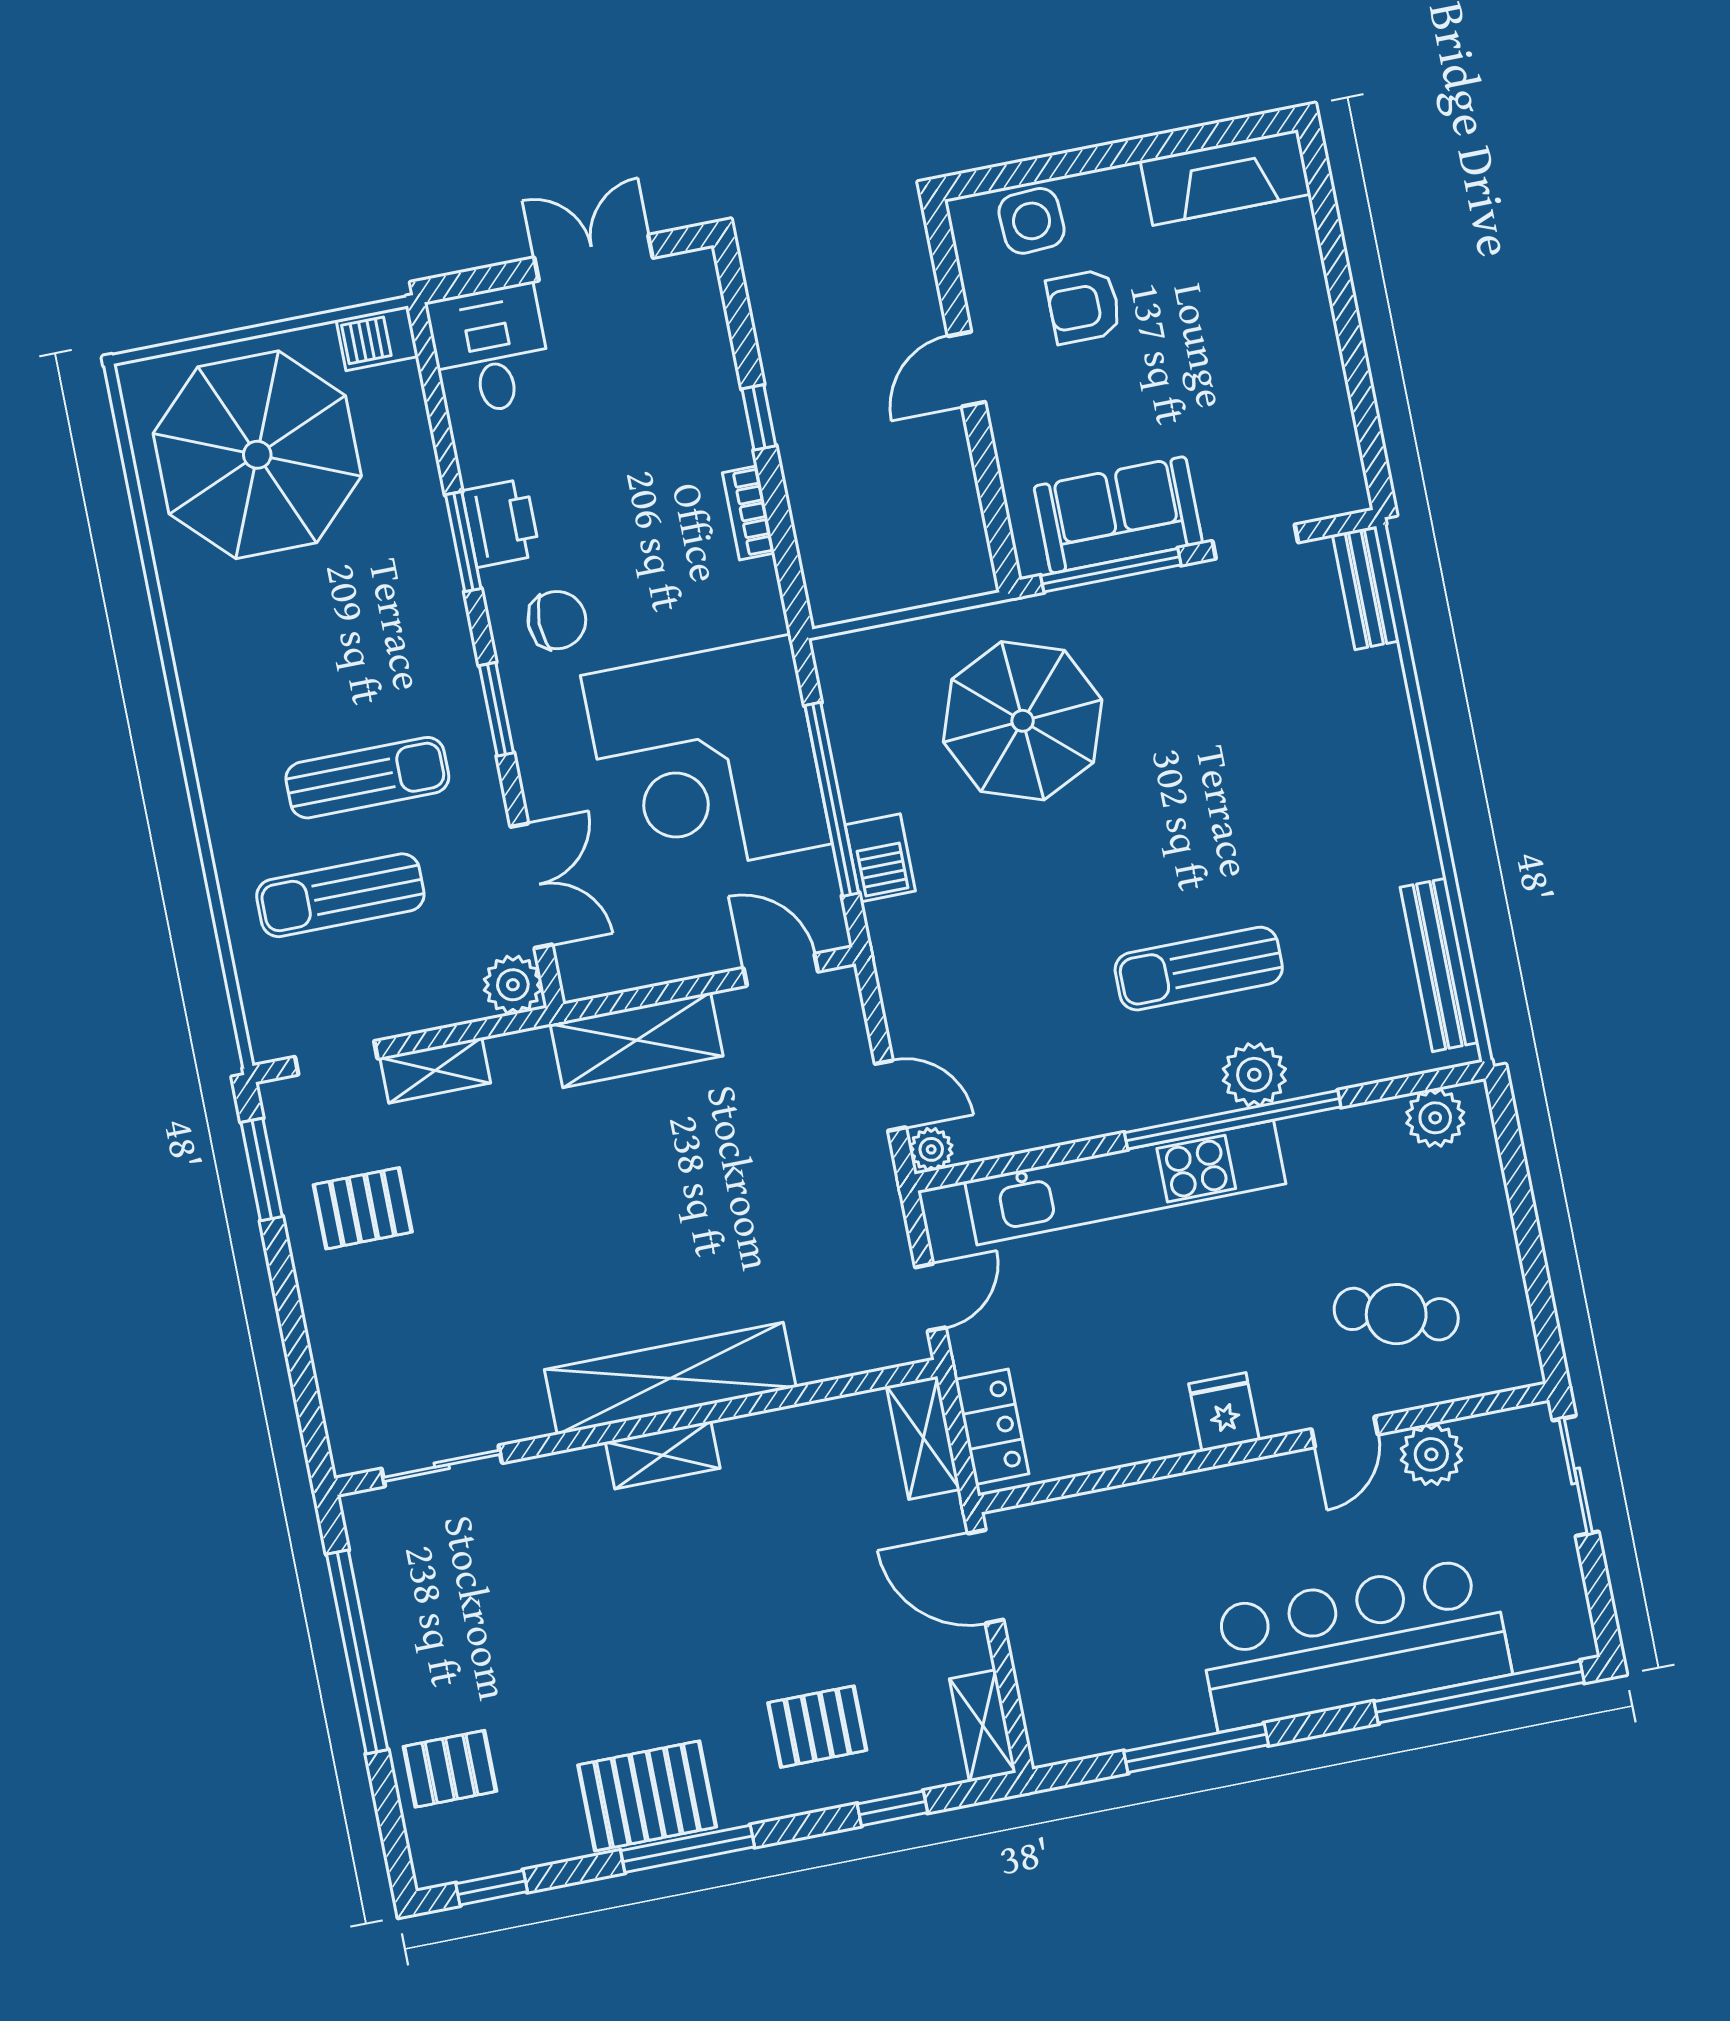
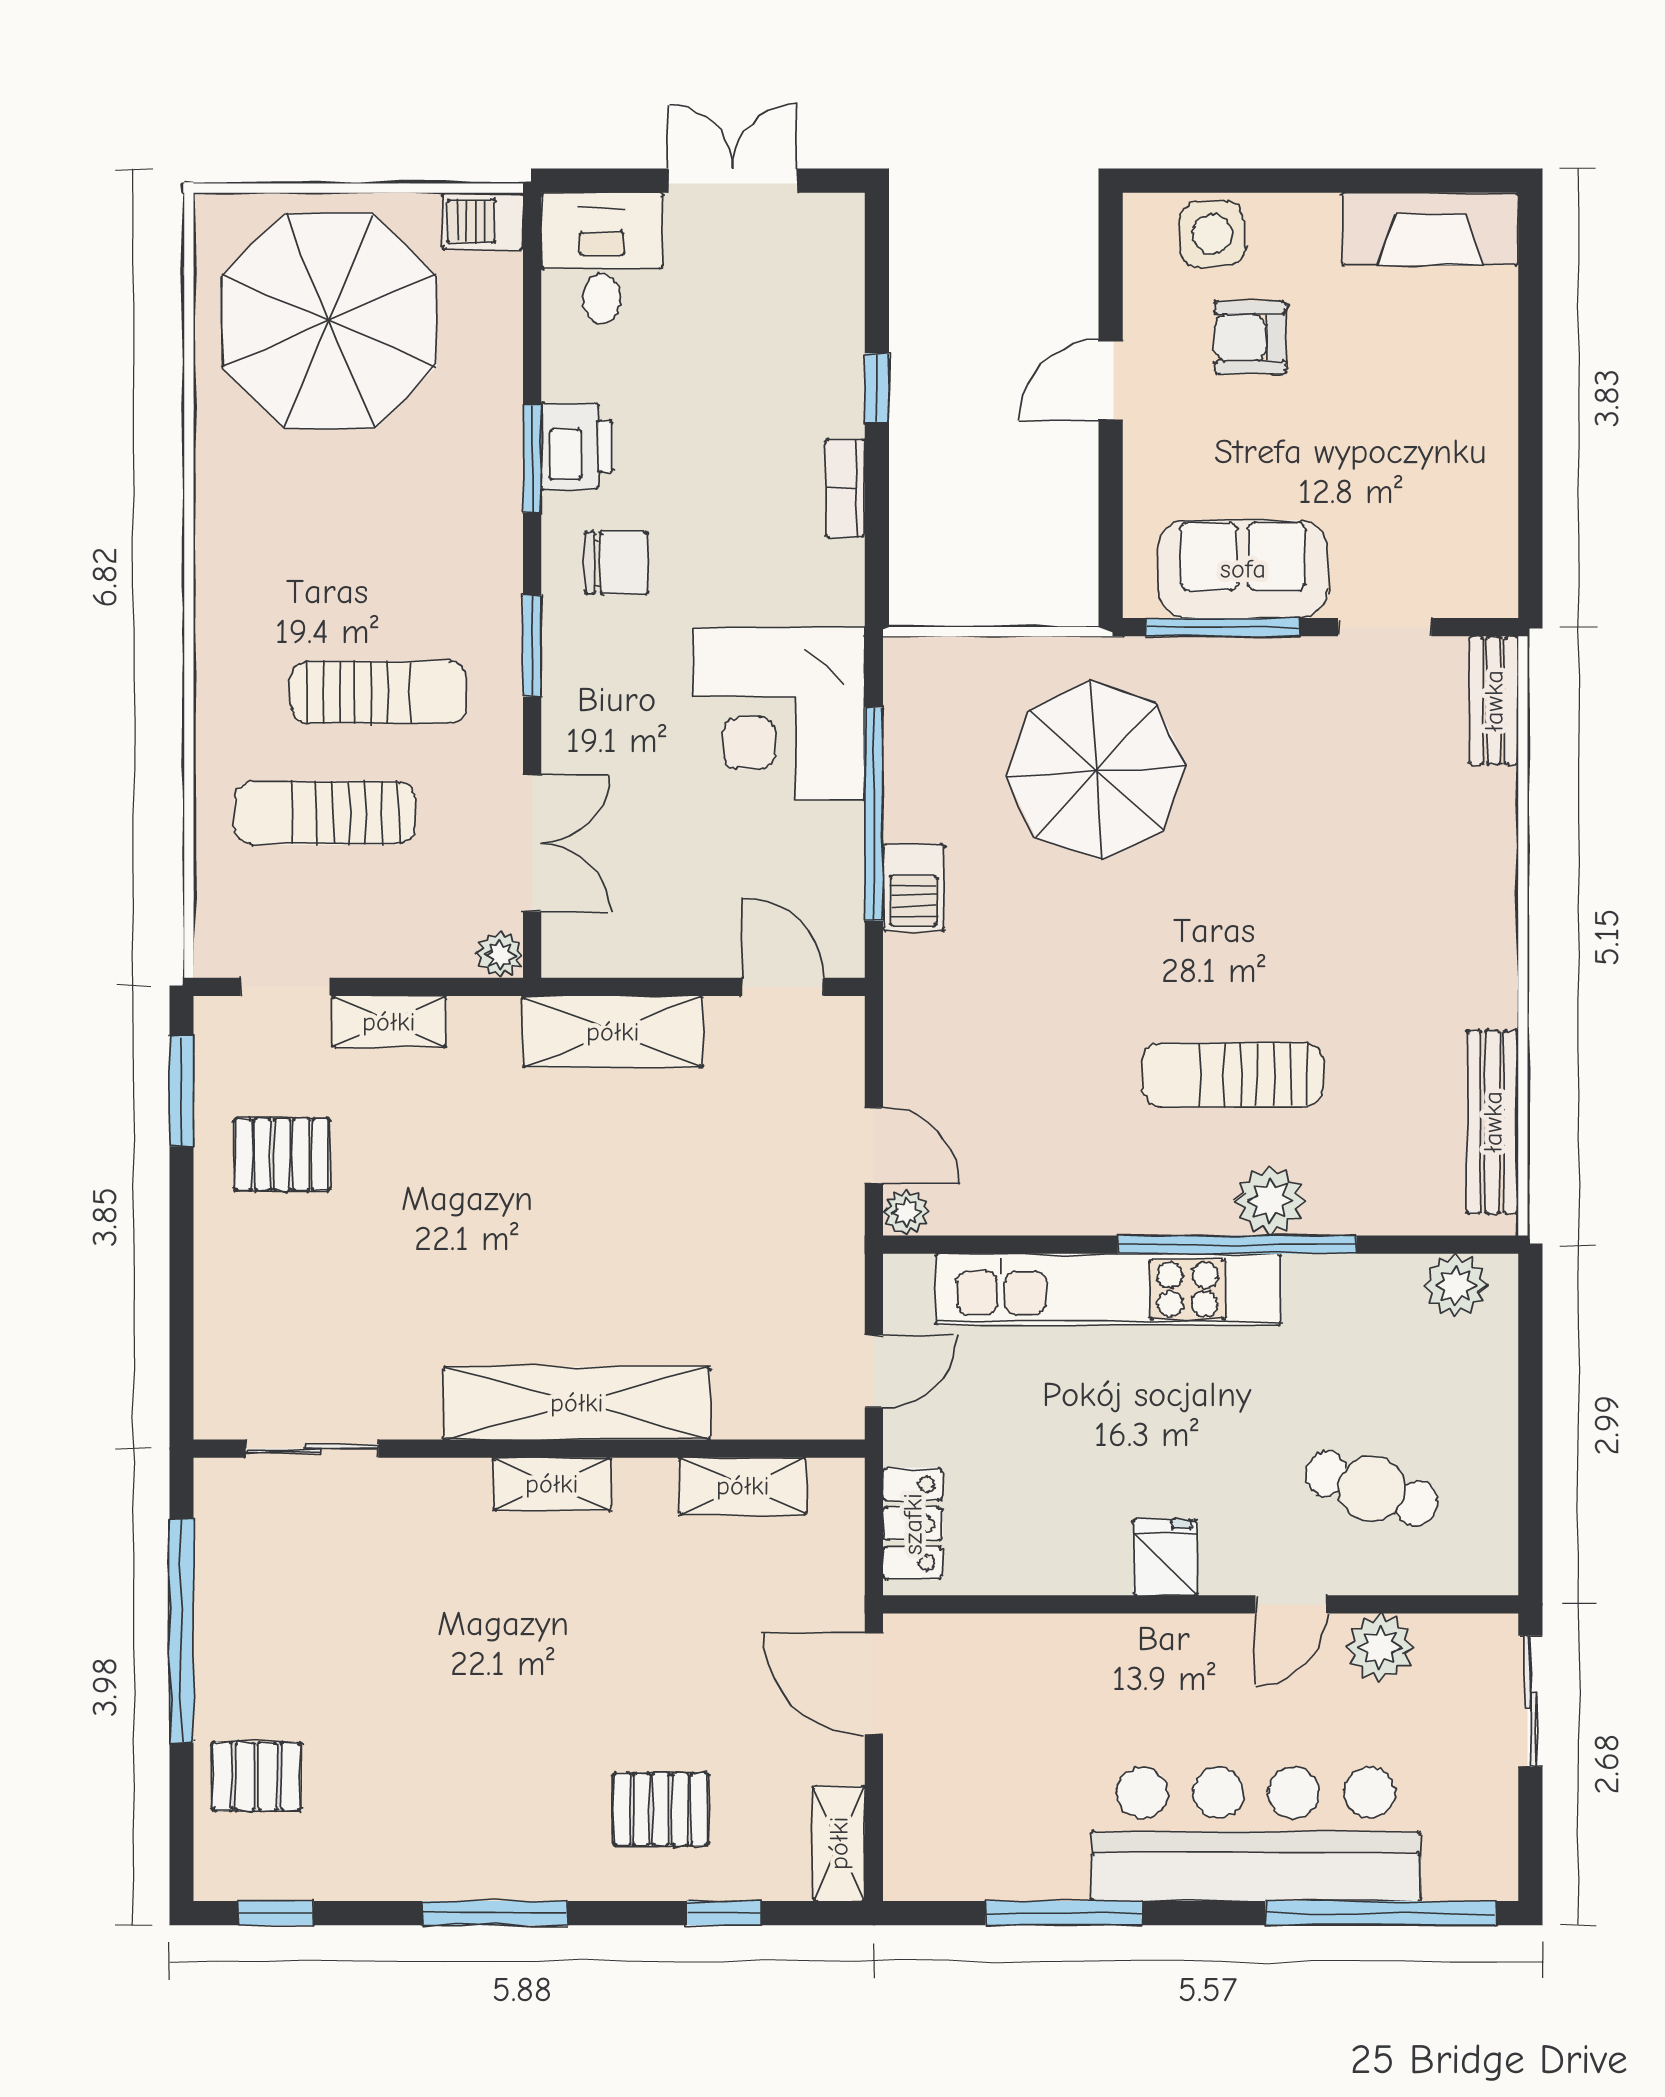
corner desk: (706, 760) -> (779, 714), width x0.74, depth x0.74
plant: (513, 985) -> (500, 955), width x0.73, depth x0.73
shelving: (923, 1438) -> (743, 1486), moved, turned 90
pallet: (647, 1796) -> (463, 1848), removed

